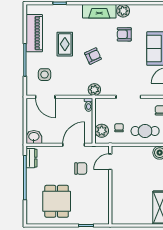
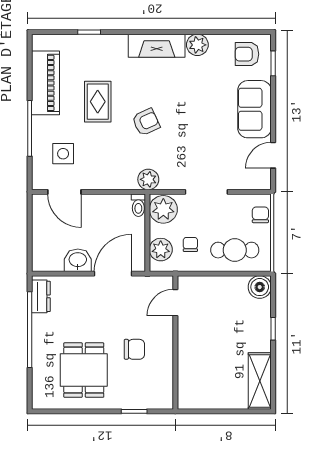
armchair: (124, 34) -> (247, 54), moved
plant: (103, 107) -> (163, 209), added
washbasin: (34, 137) -> (78, 260), moved
chair: (81, 168) -> (134, 349), moved

